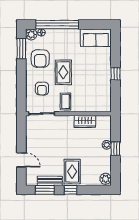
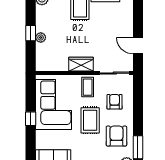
corner sofa: (95, 86) -> (54, 104), added
wardrobe: (85, 121) -> (81, 64), moved
door: (21, 160) -> (138, 46), moved

